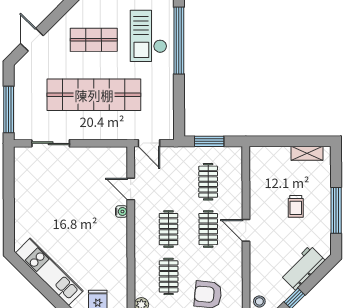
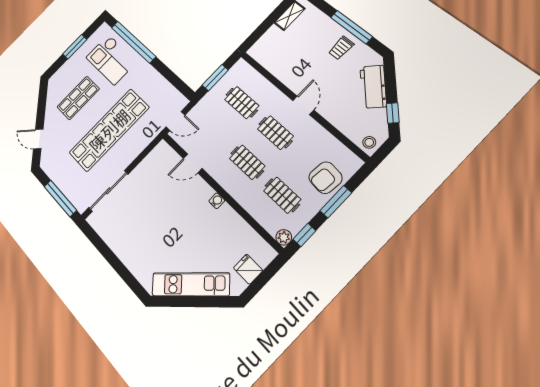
sliding door: (51, 143) -> (108, 191), width x1.37
trolley: (296, 206) -> (341, 48), moved, turned 90
water cooler: (121, 212) -> (217, 201), moved
door: (246, 230) -> (303, 105), swing flipped

